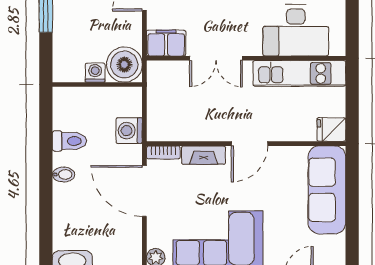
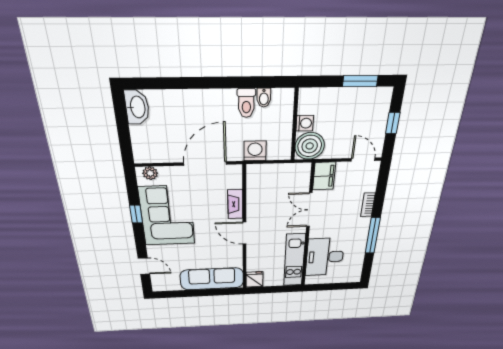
bookcase: (163, 152) -> (237, 176), removed
bidet: (64, 175) -> (264, 98), moved

